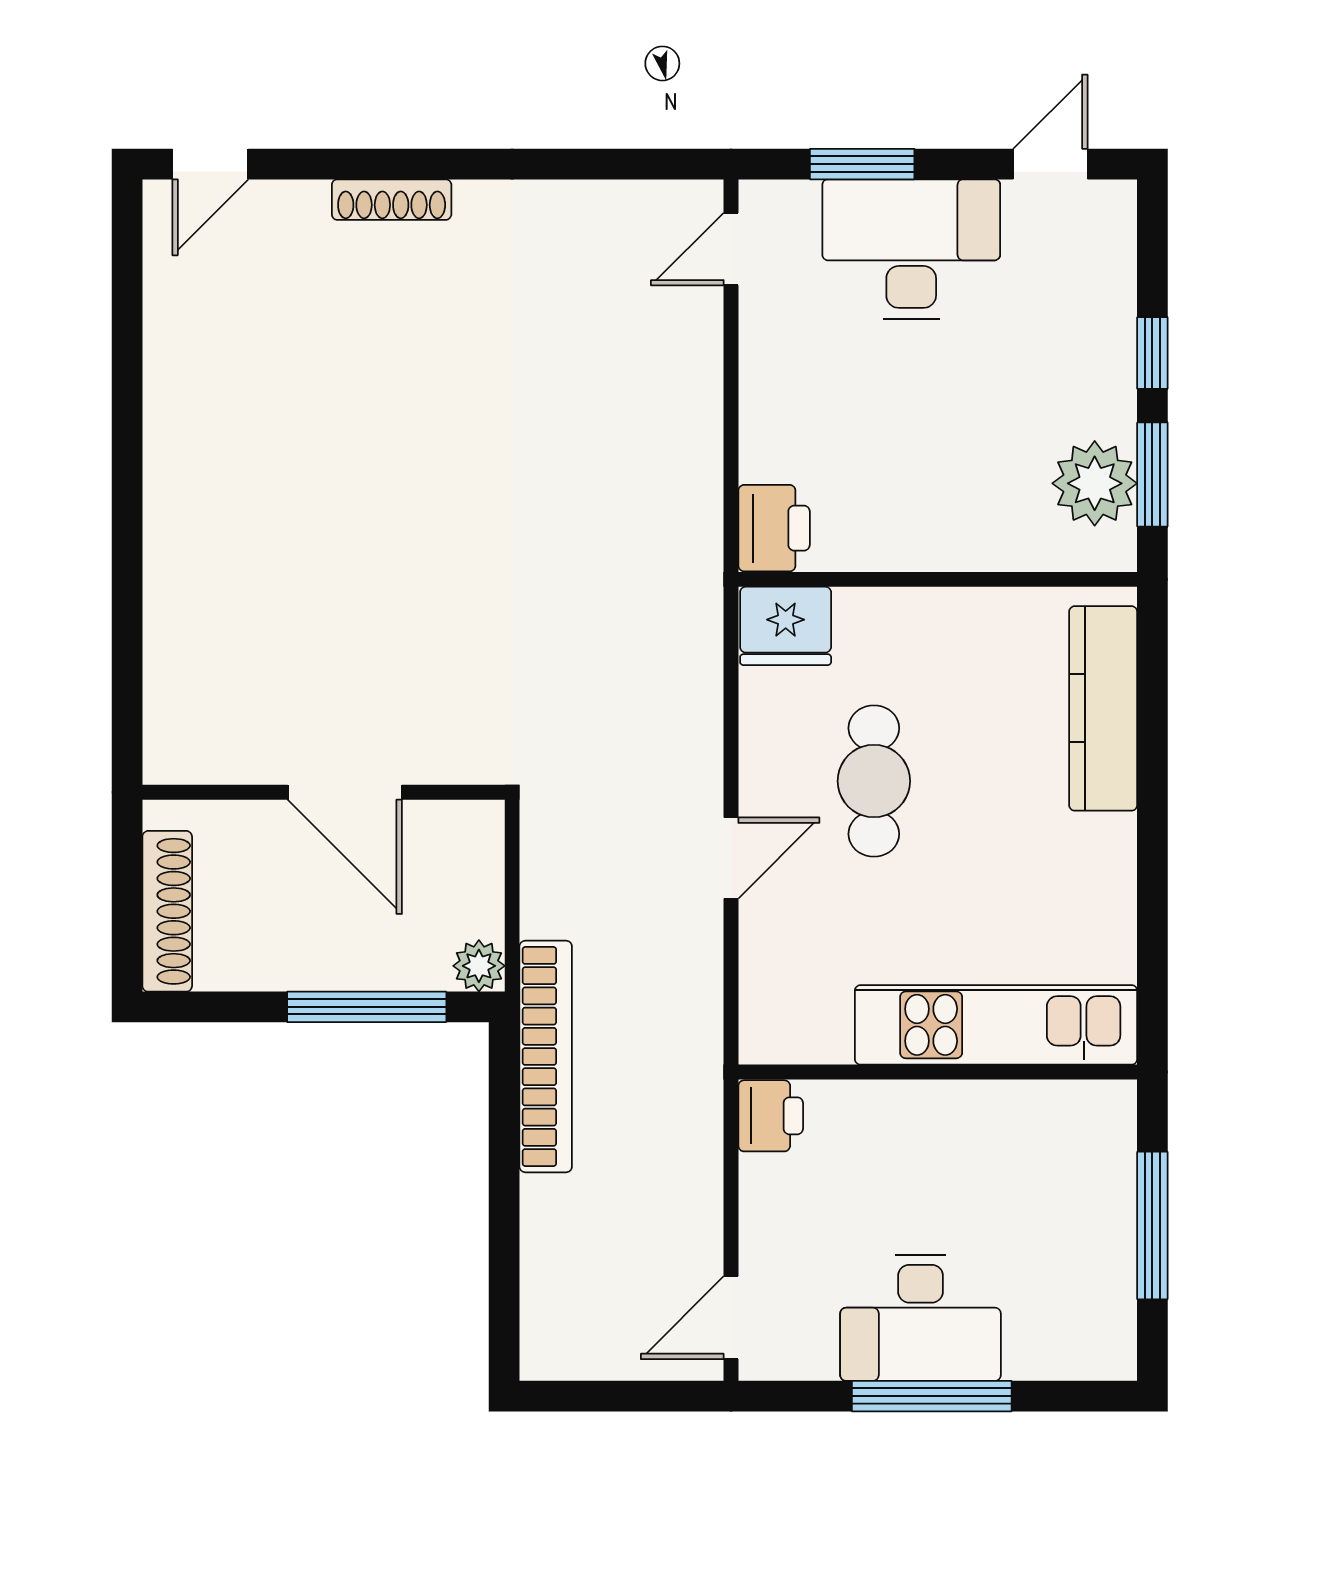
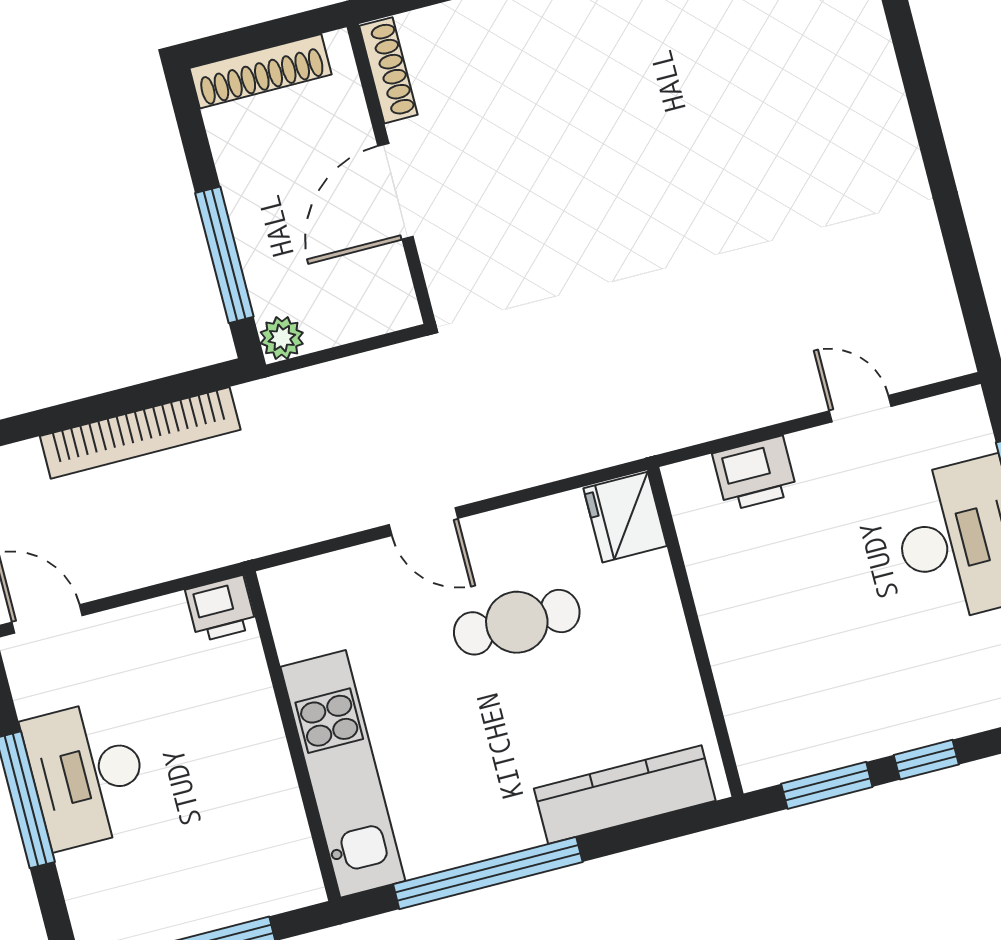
shoe rack: (392, 200) -> (388, 70), moved, turned 180
door: (731, 249) -> (860, 409), moved
plant: (1095, 483) -> (807, 740), removed
printer: (774, 528) -> (755, 473), moved
window: (1152, 888) -> (488, 873), added
bookcase: (546, 1056) -> (140, 433), moved

